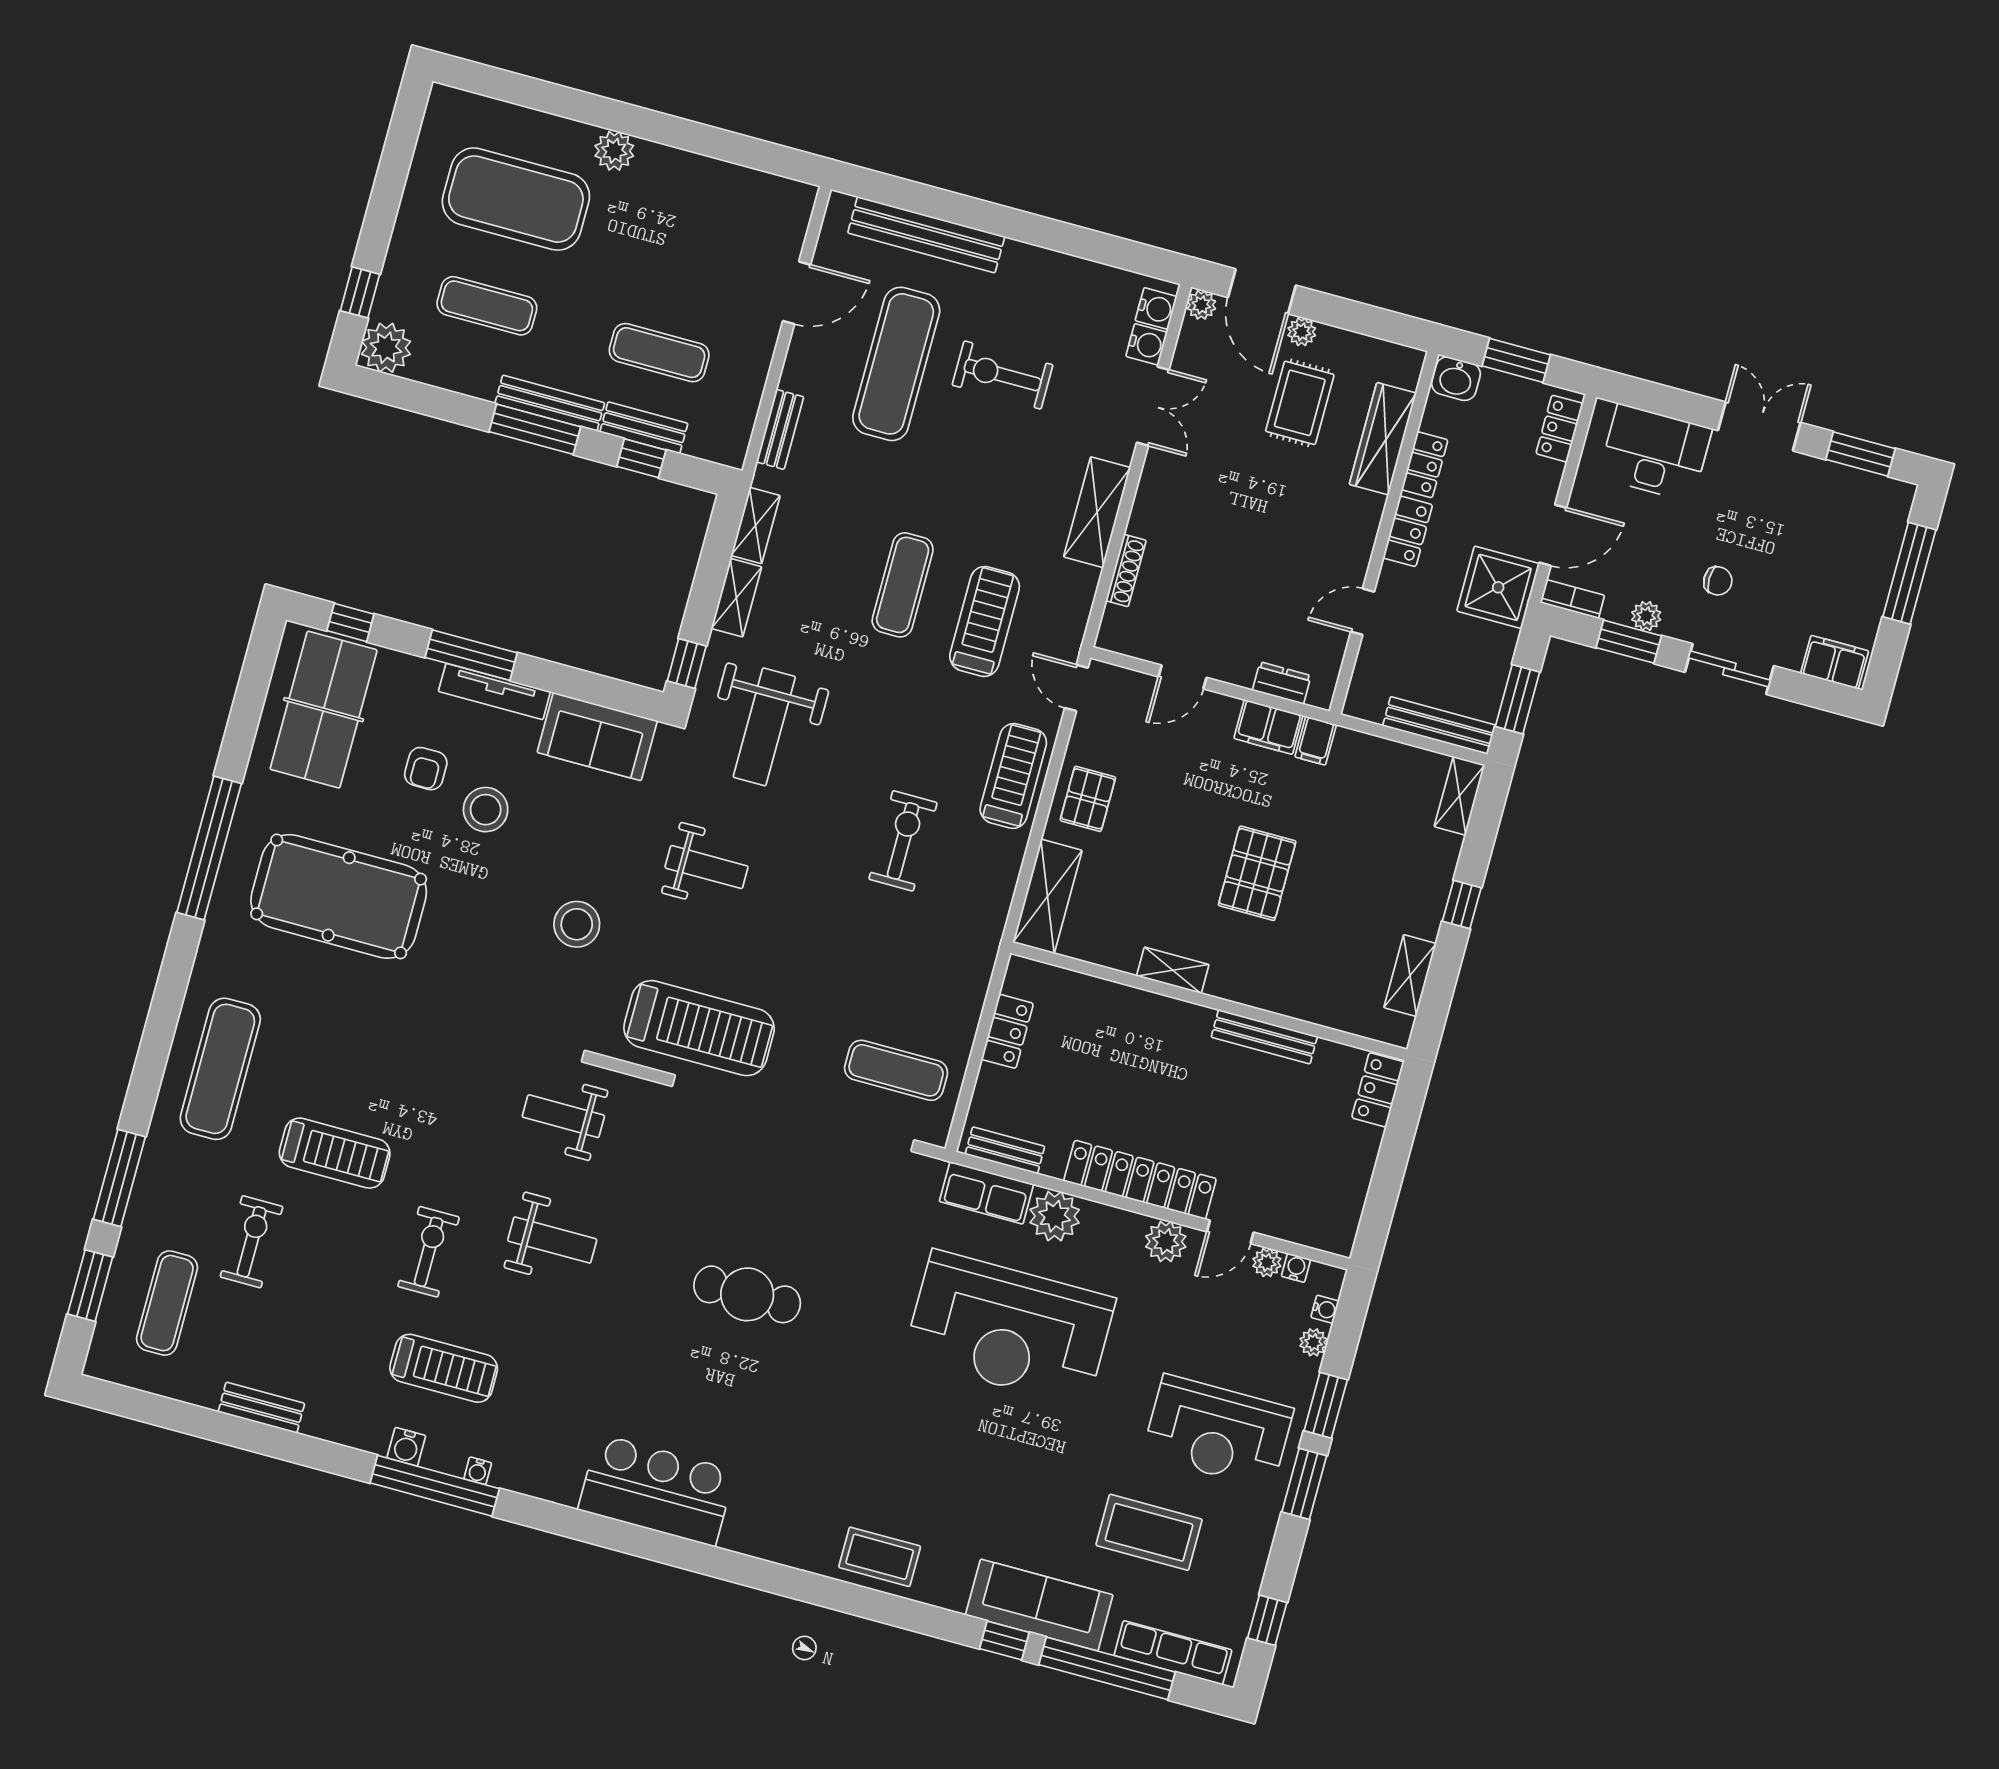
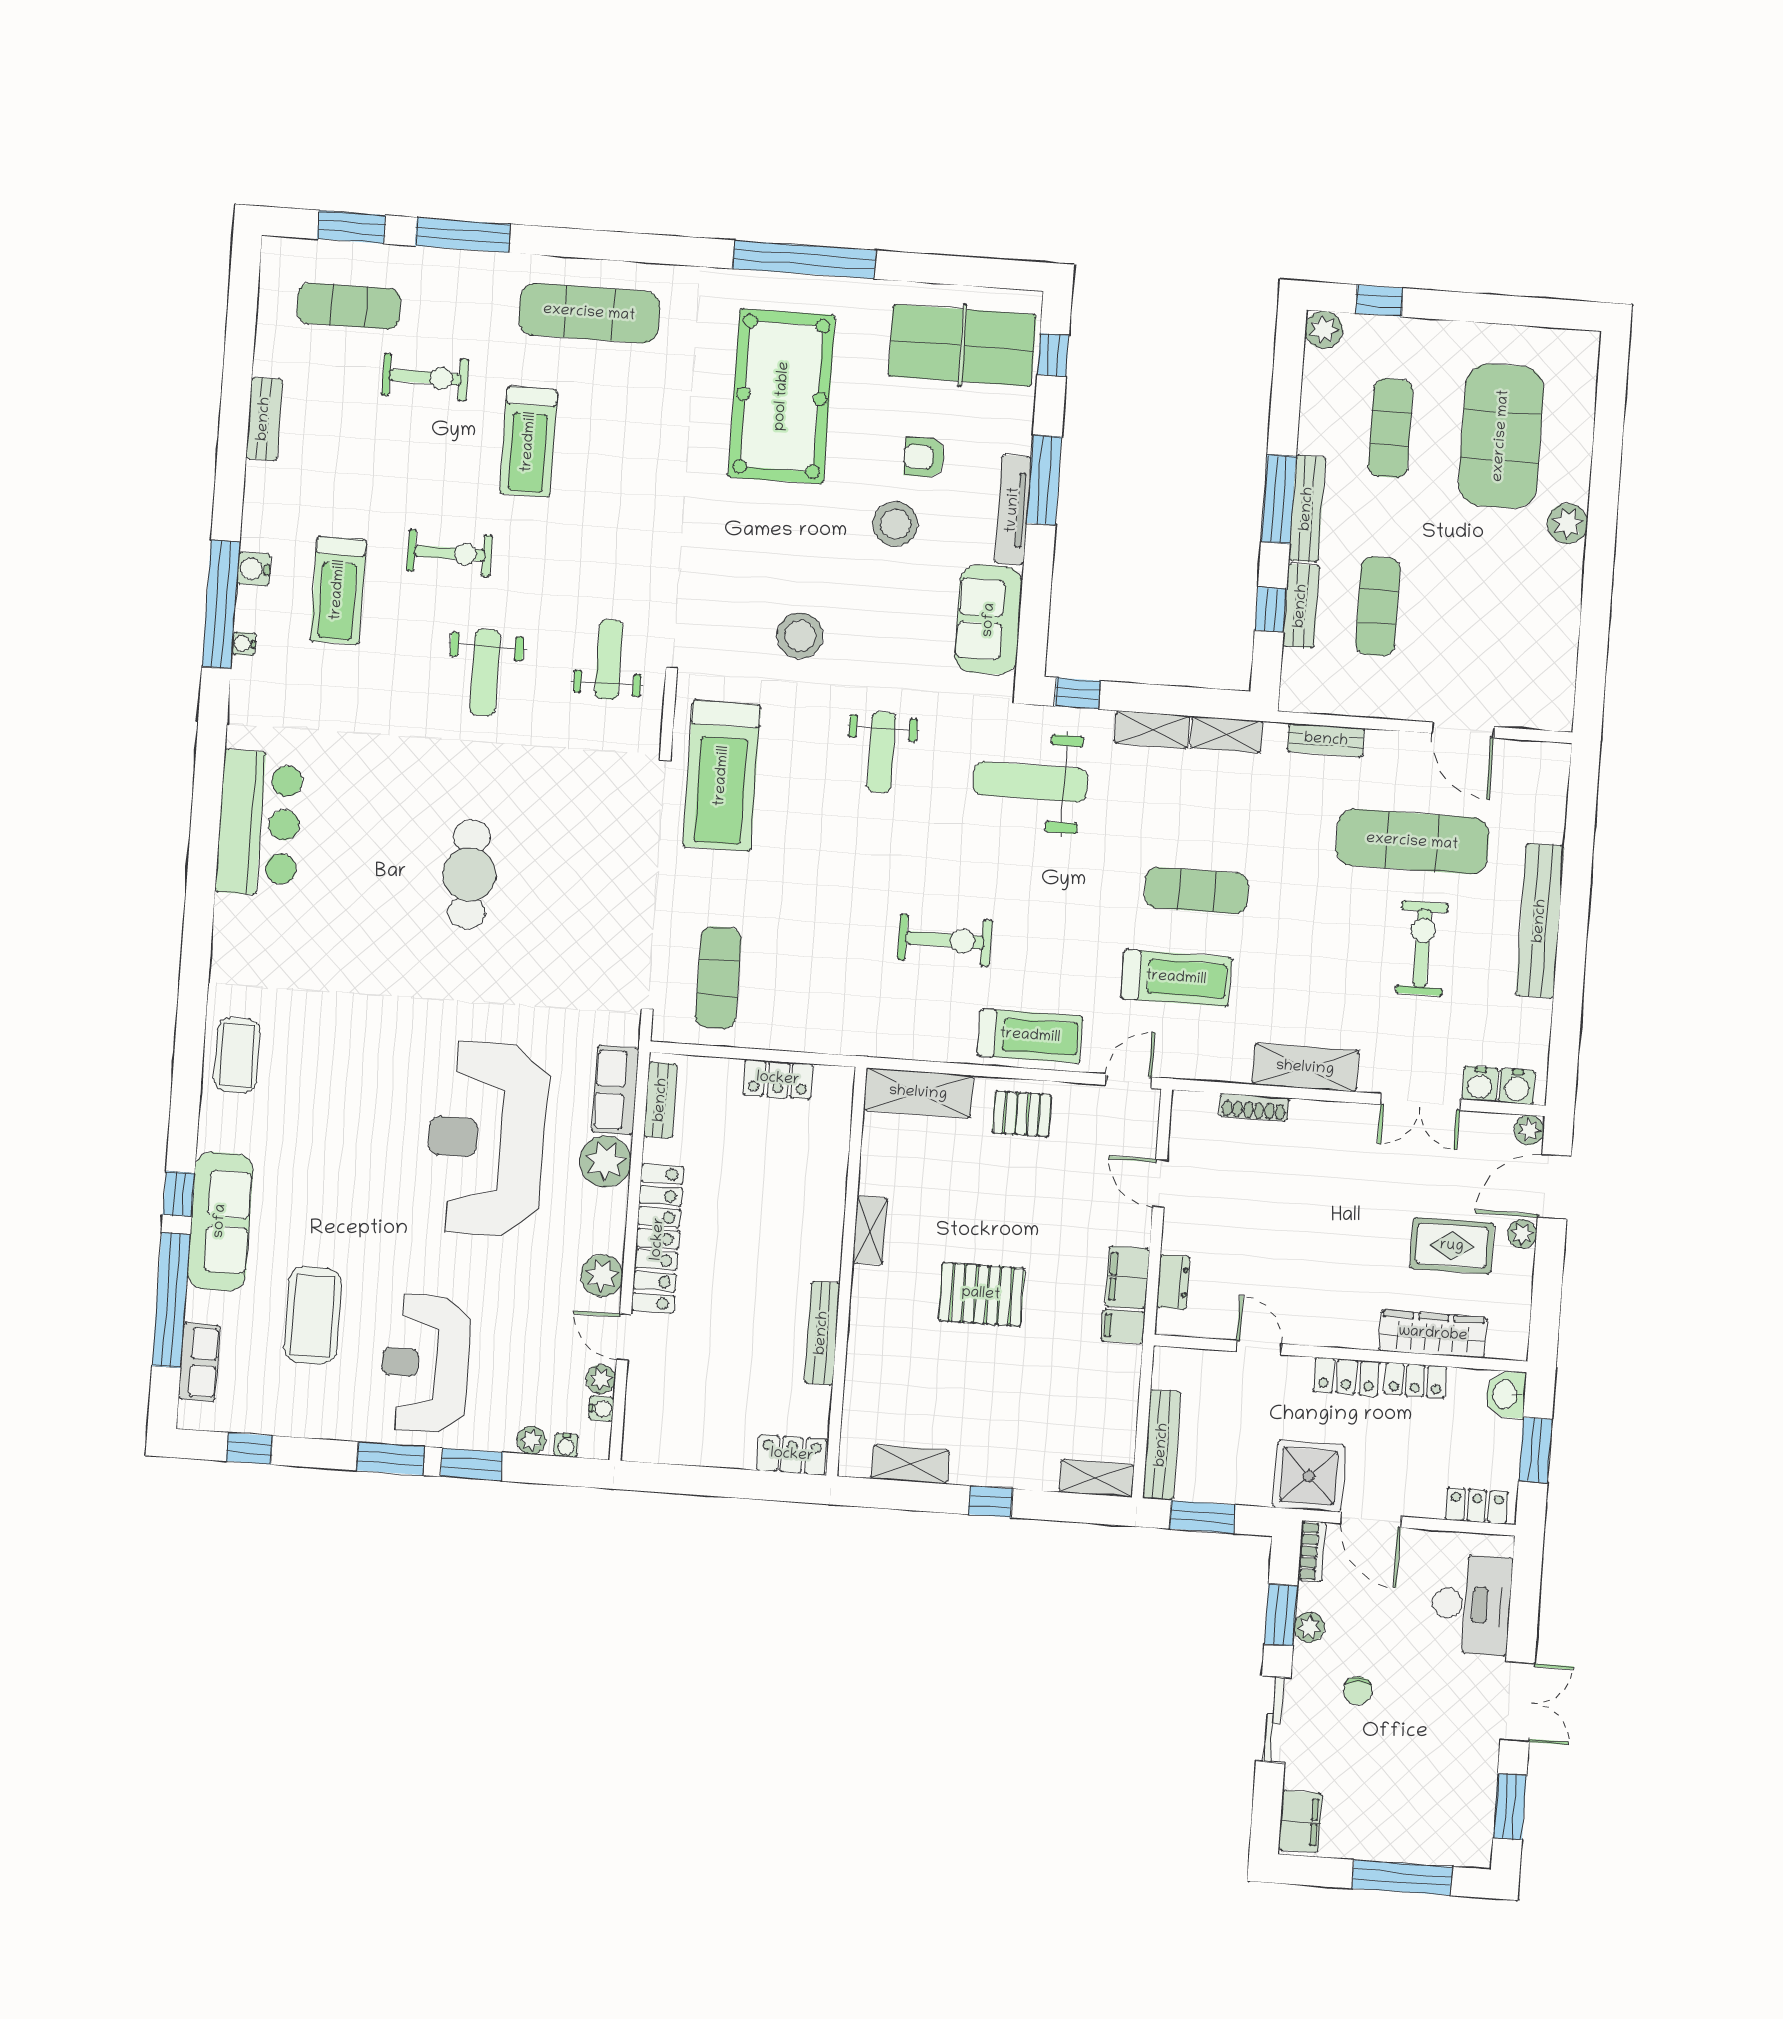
bench: (926, 235) -> (1540, 921), moved
plant: (386, 348) -> (1324, 330), width x0.73, depth x0.73
row of seats: (1173, 1653) -> (199, 1362), width x0.68

